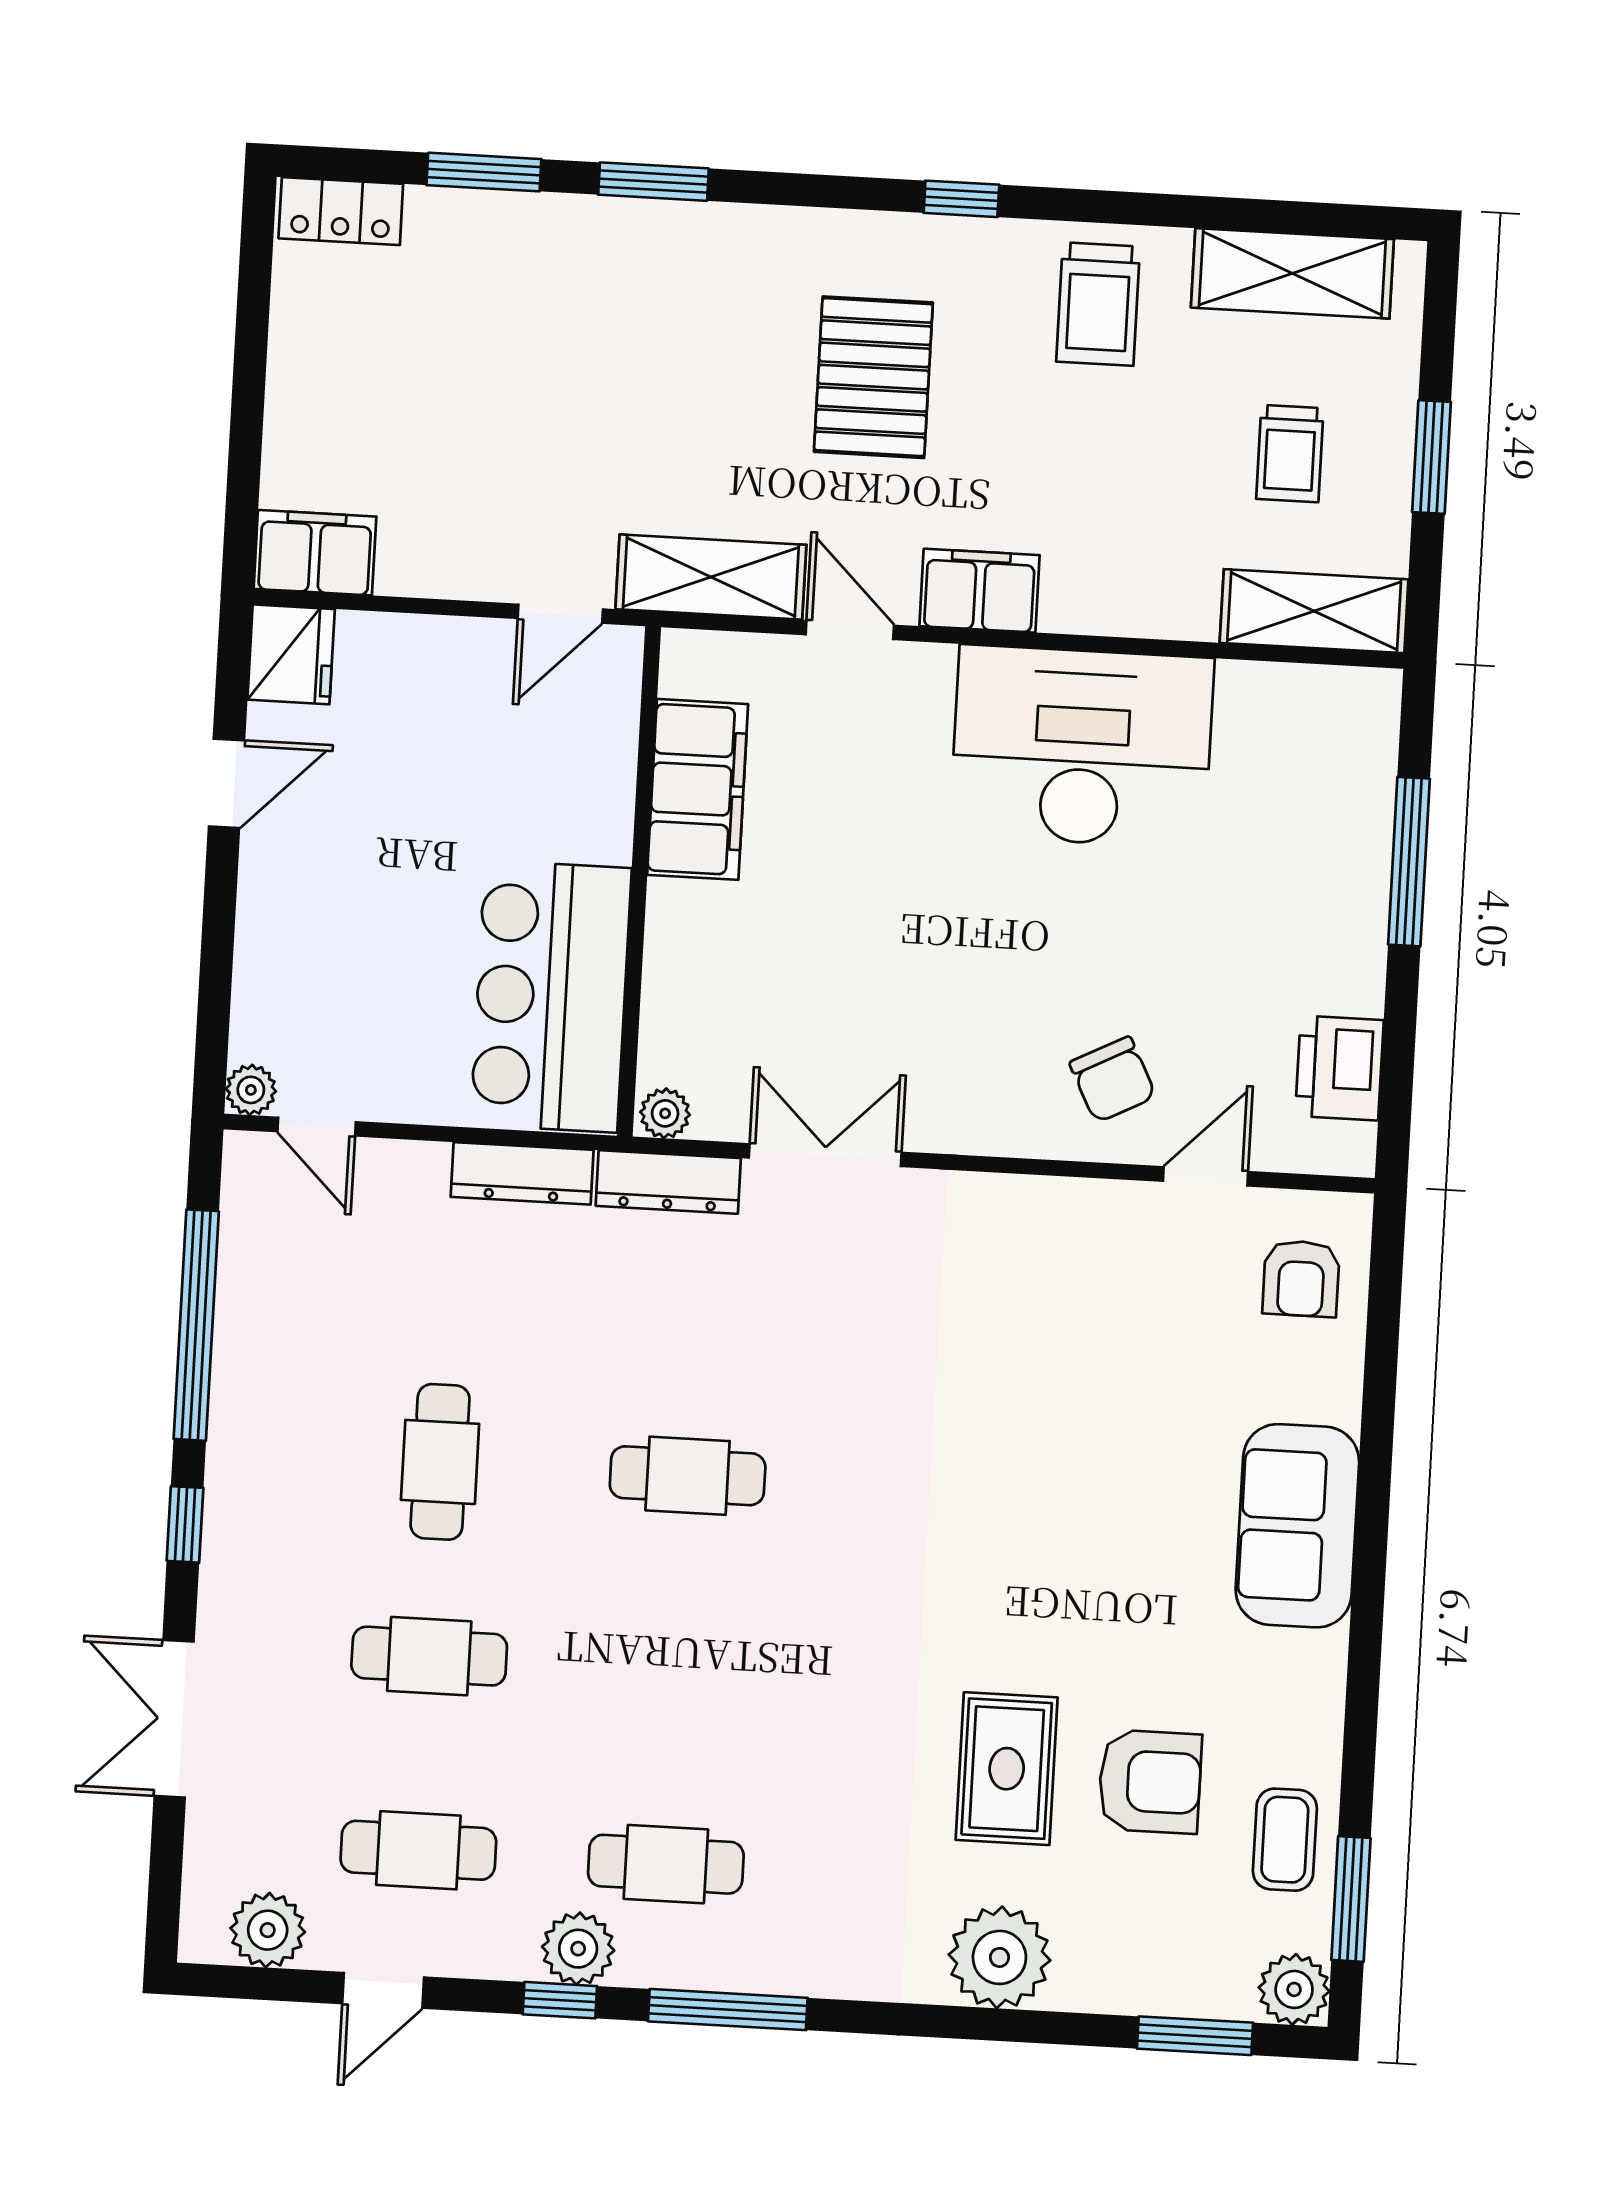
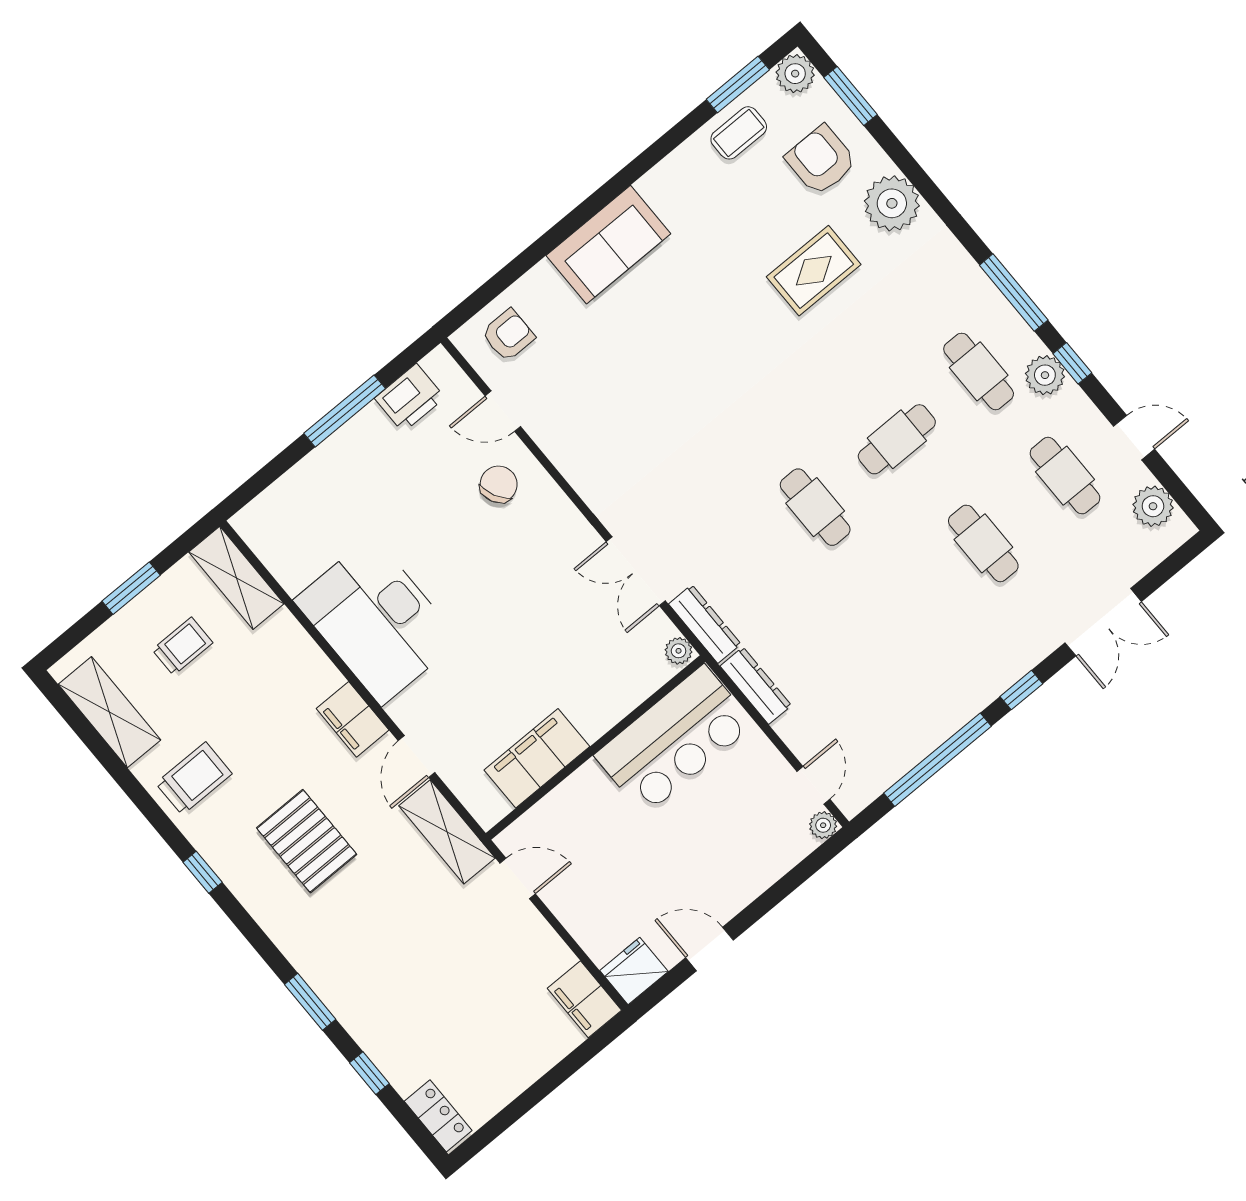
window: (484, 172) -> (369, 1073), width x0.67
pallet: (873, 377) -> (307, 841), turned 90
window: (1409, 862) -> (345, 411), moved
cafe table: (440, 1462) -> (897, 439), moved
armchair: (1150, 1782) -> (821, 160), moved

